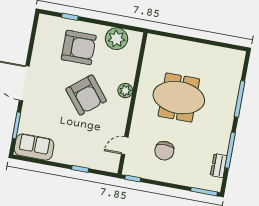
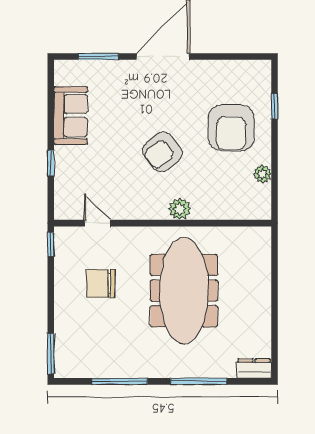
plant: (117, 39) -> (262, 174), width x0.53, depth x0.53
armchair: (86, 95) -> (162, 152), width x0.73, depth x0.73
meeting table: (179, 98) -> (184, 291), width x1.36
sofa: (34, 147) -> (71, 116), moved
dresser: (219, 166) -> (254, 368), moved

